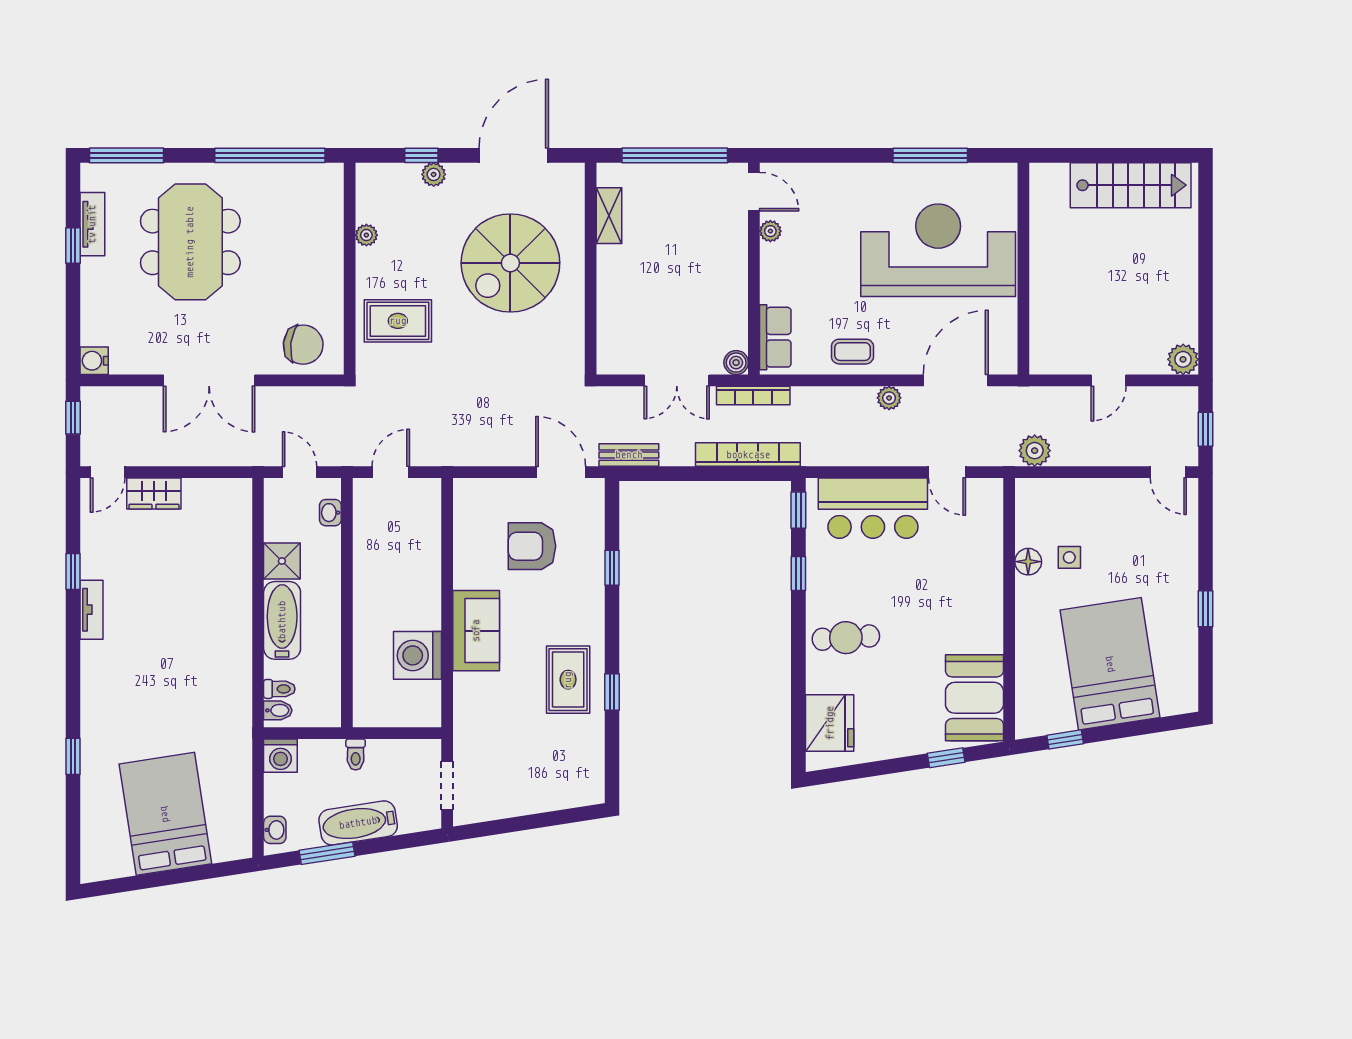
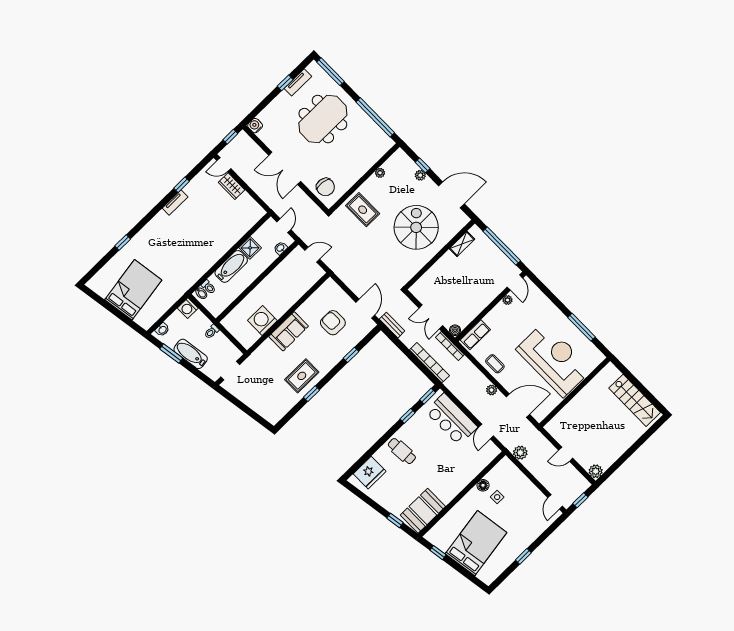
spiral stairs: (510, 263) -> (416, 227), turned 90

